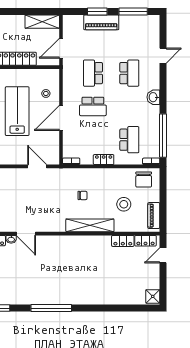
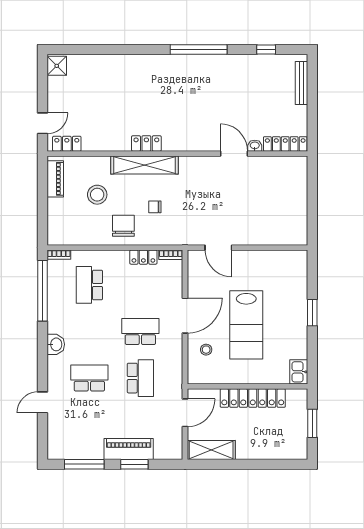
school desk: (129, 73) -> (89, 378), turned 90
locker: (104, 160) -> (143, 257), moved
chair: (144, 179) -> (123, 226), moved
locker: (123, 241) -> (146, 143), moved

